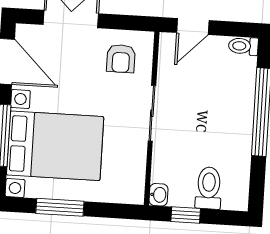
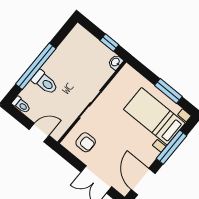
armchair: (121, 59) -> (86, 142), turned 90
bed with nightstands: (55, 146) -> (154, 116), width x0.73
toilet: (209, 188) -> (45, 82), moved, turned -90

